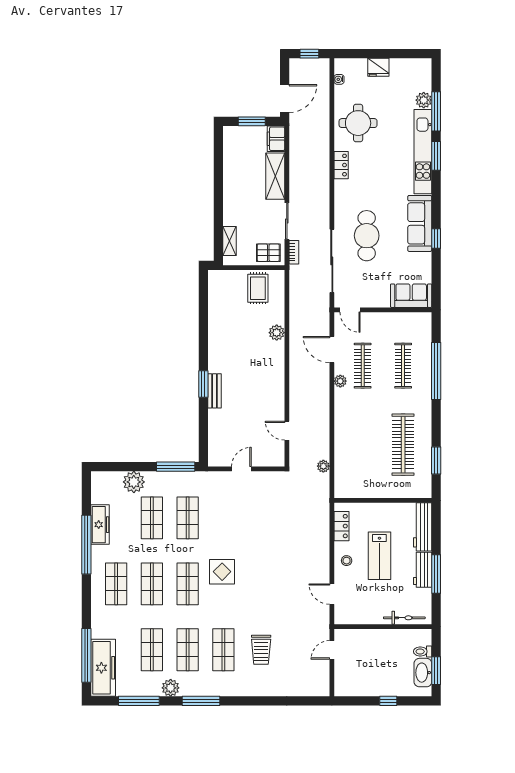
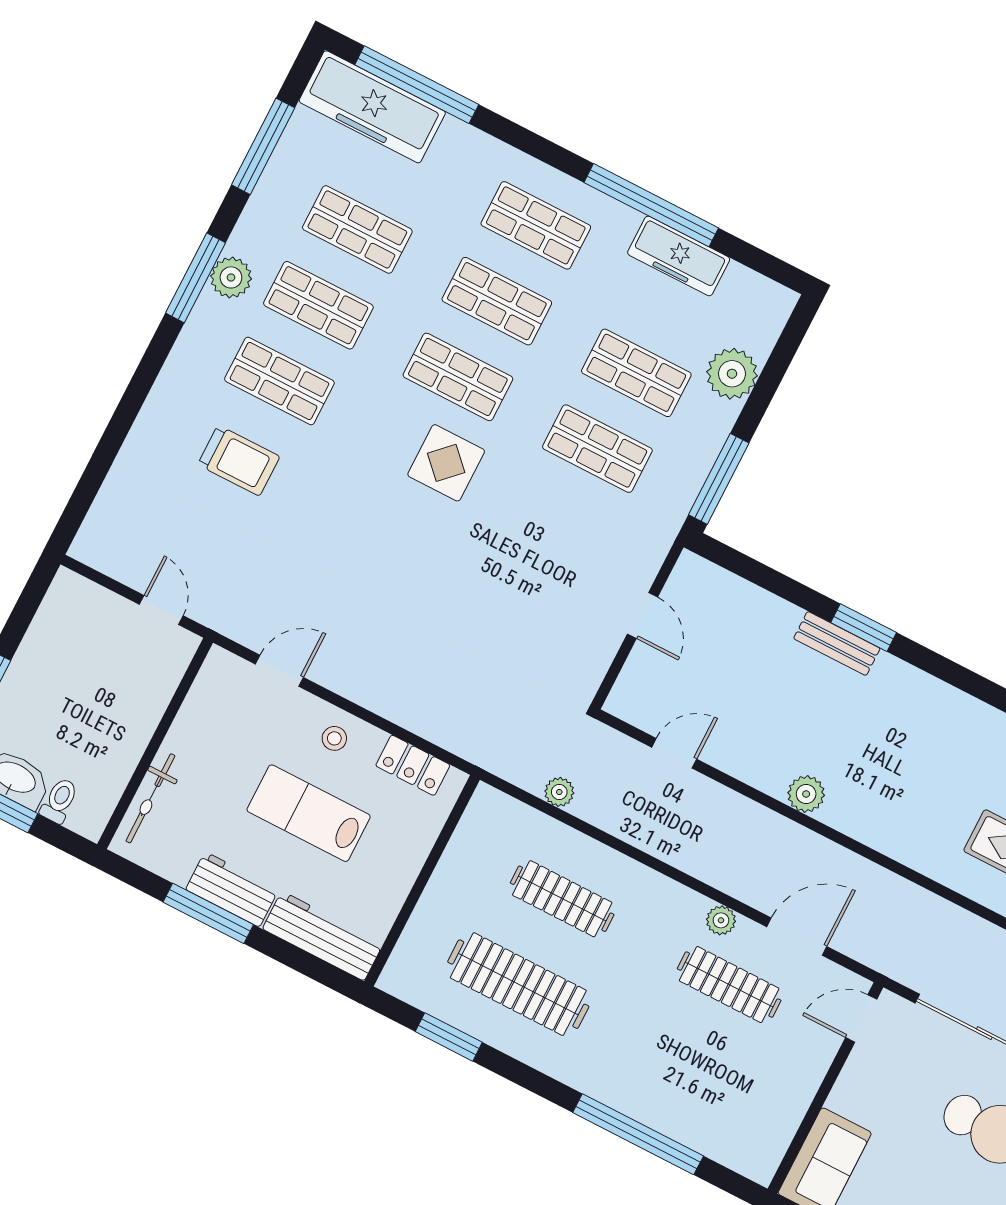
plant: (277, 333) -> (806, 794), moved
clothes rail: (403, 366) -> (562, 899), moved
trolley: (261, 650) -> (239, 461), turned 180
plant: (171, 688) -> (231, 277), moved

